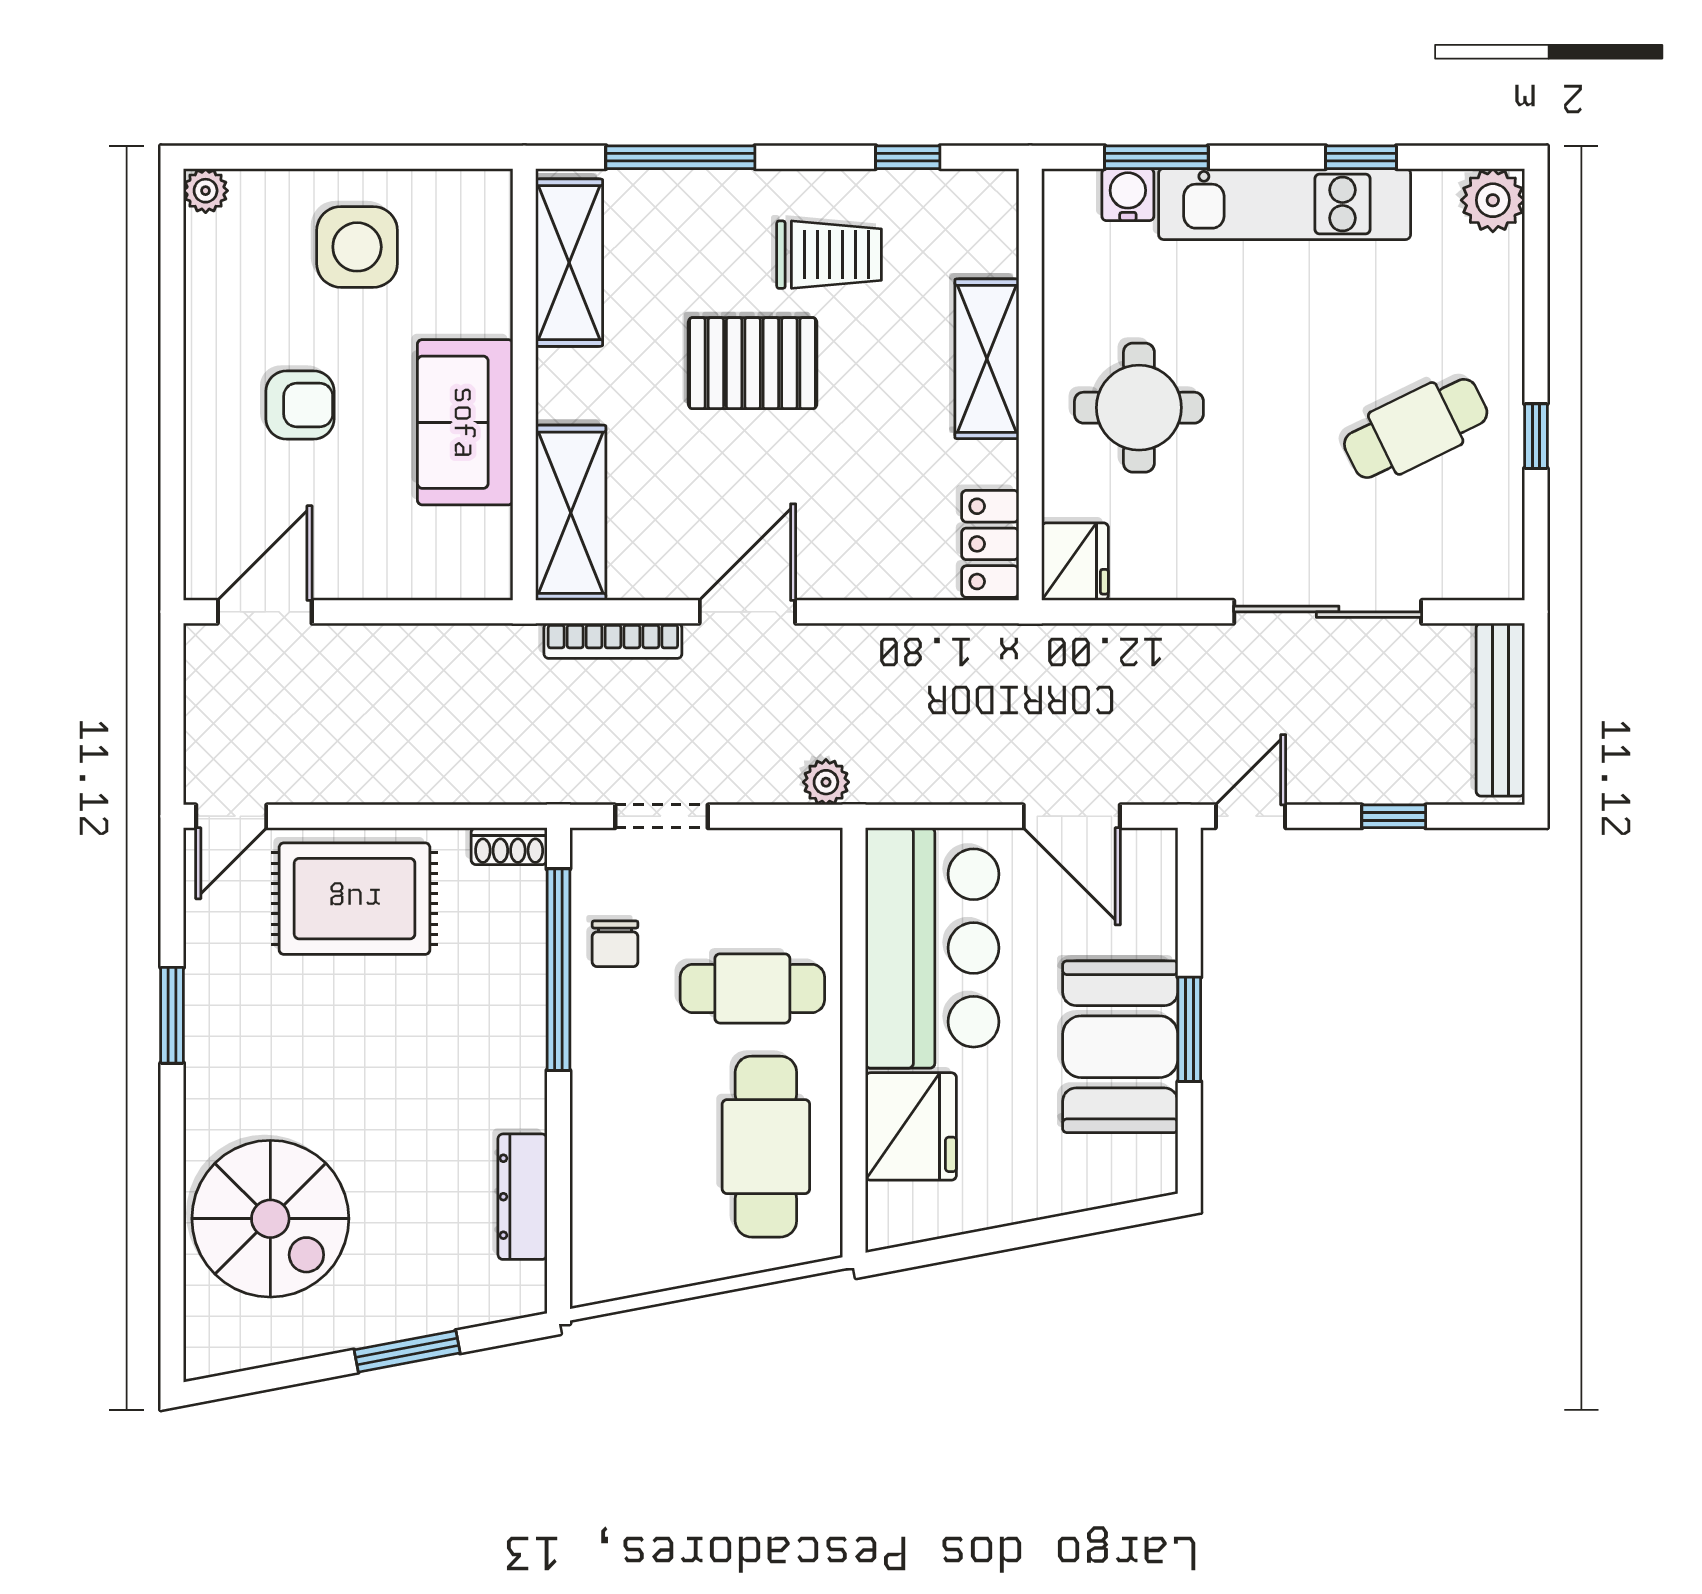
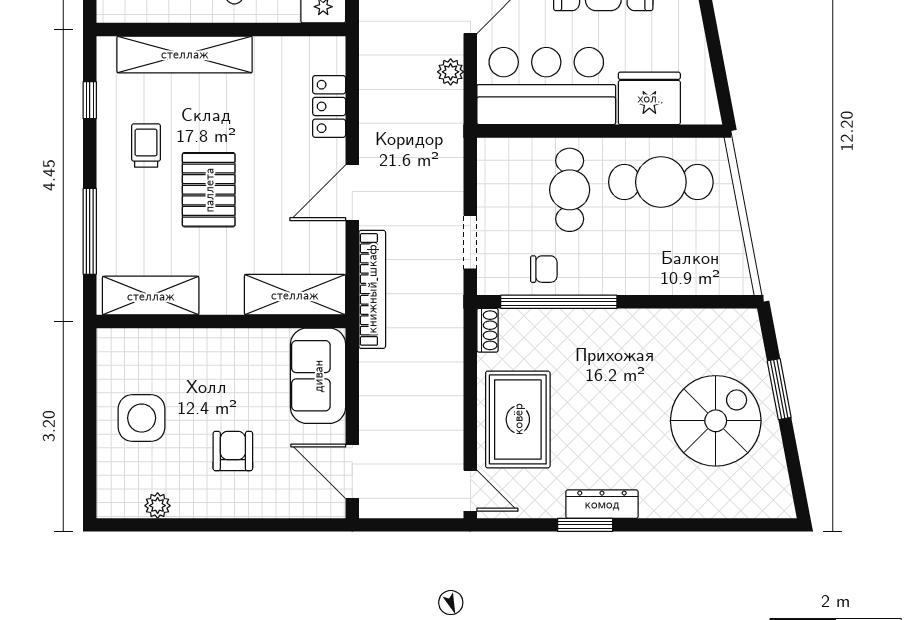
plant: (206, 191) -> (158, 506), moved
trolley: (829, 255) -> (146, 146), width x0.73, depth x0.72
shelving: (987, 359) -> (185, 54), width x1.47
sofa: (465, 422) -> (318, 376), moved, turned 90
locker: (990, 544) -> (329, 106), moved, turned 90
door: (747, 612) -> (352, 193), hinge flipped
bookcase: (613, 641) -> (372, 289), width x1.48, depth x1.31
plant: (826, 782) -> (451, 72), moved
dresser: (523, 1197) -> (602, 504), moved, turned 180
spiral stairs: (270, 1219) -> (716, 421), moved

